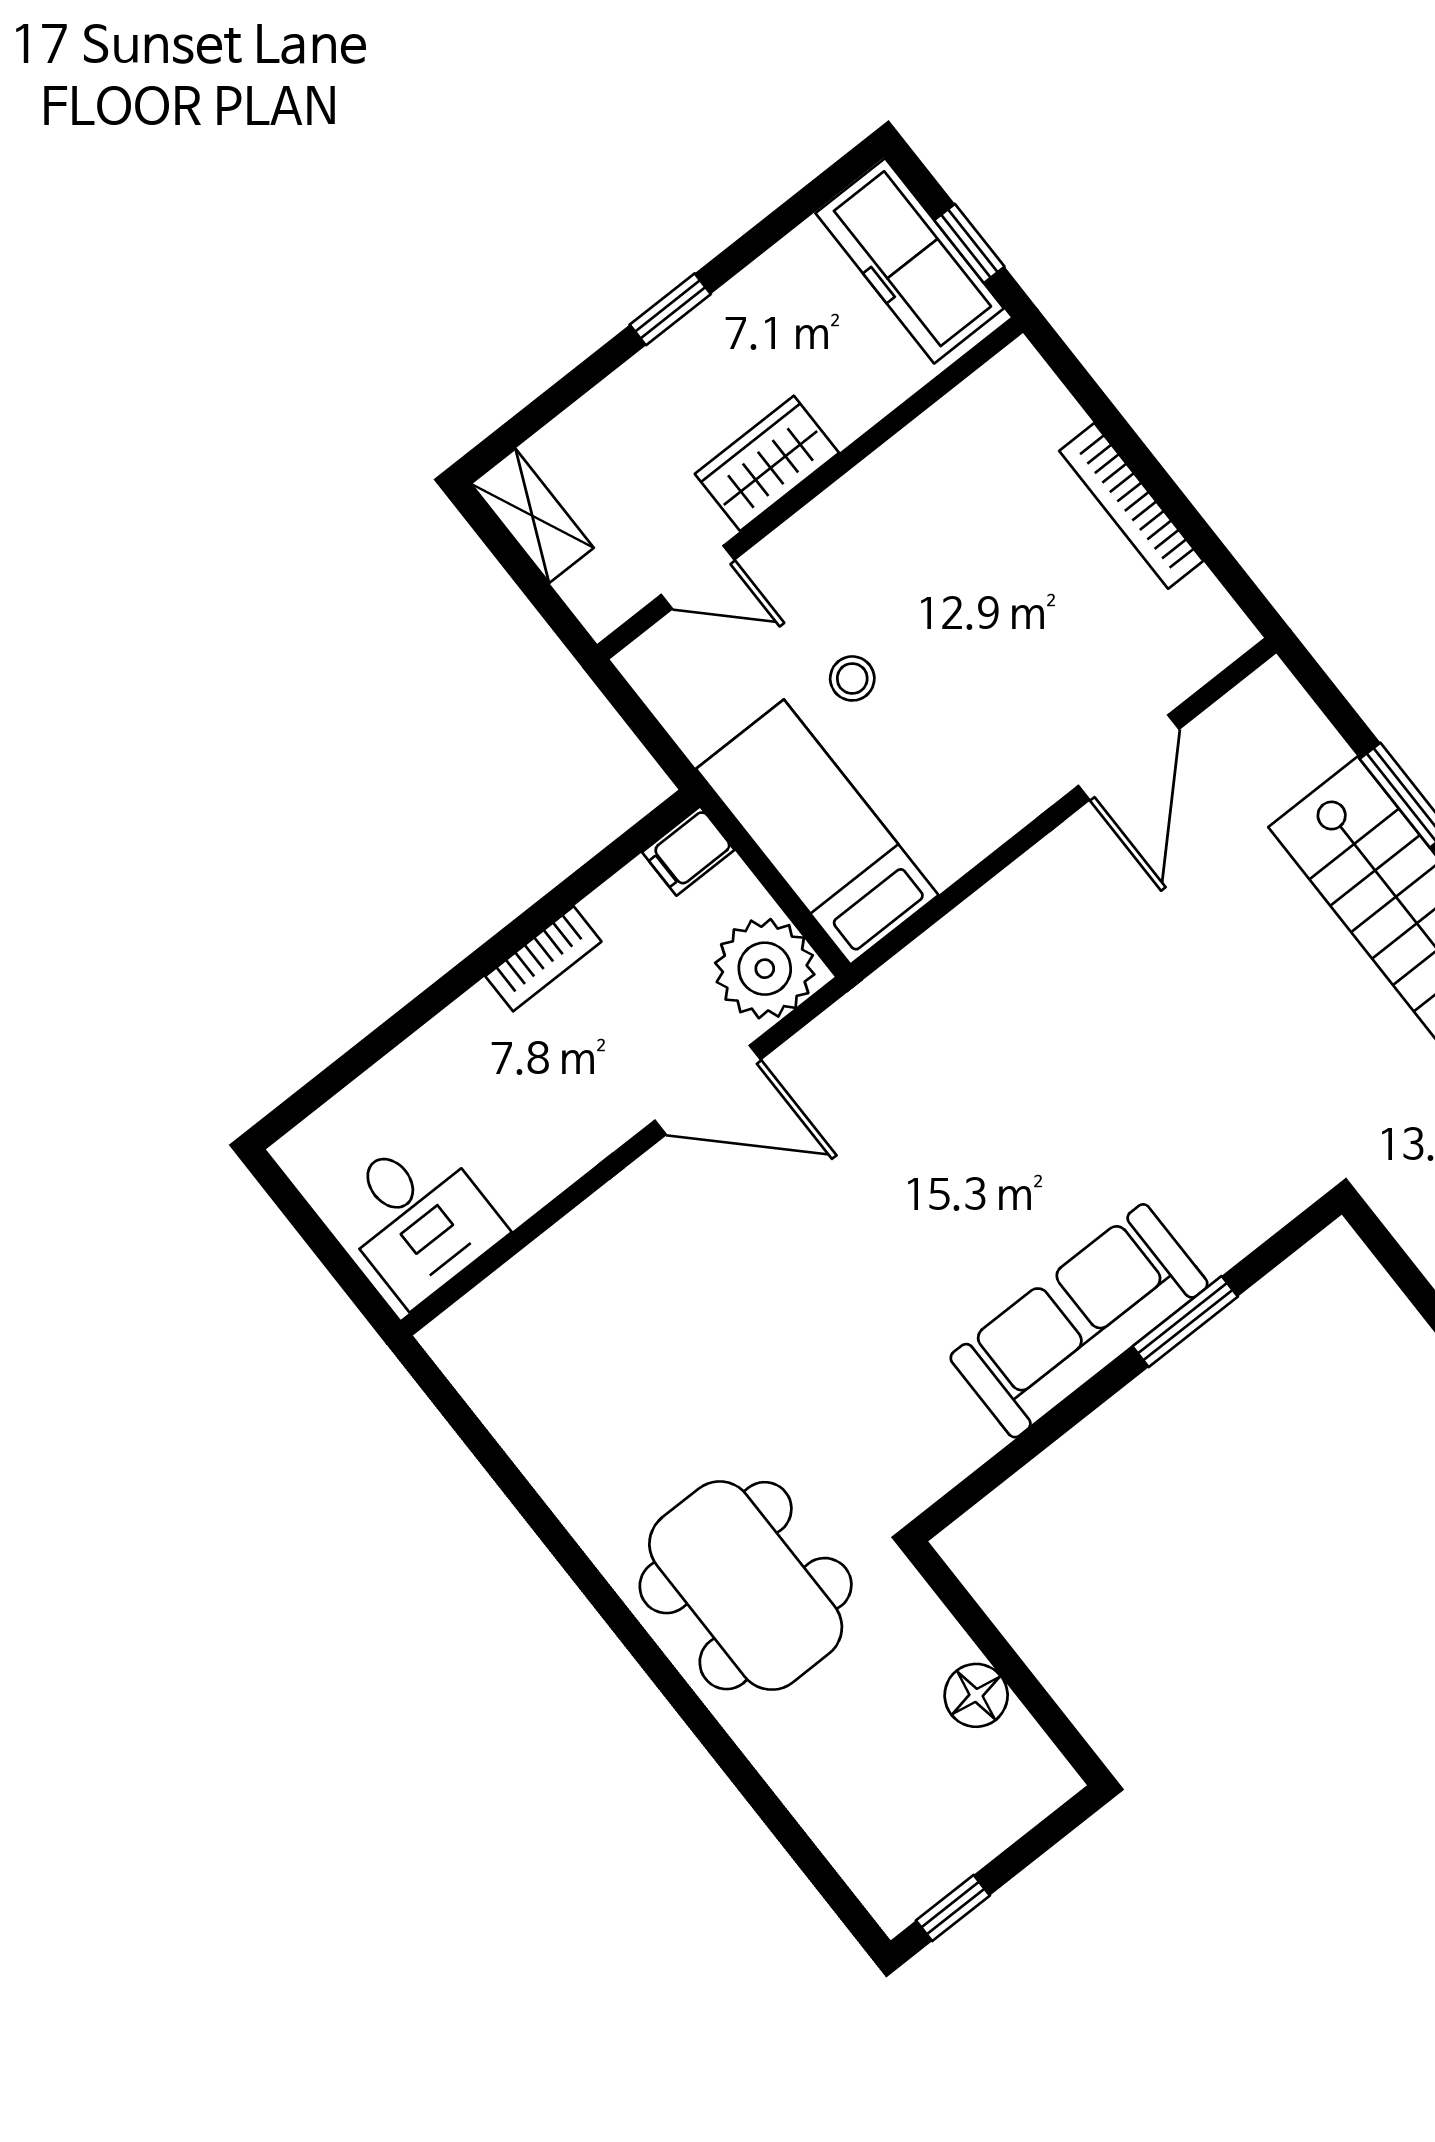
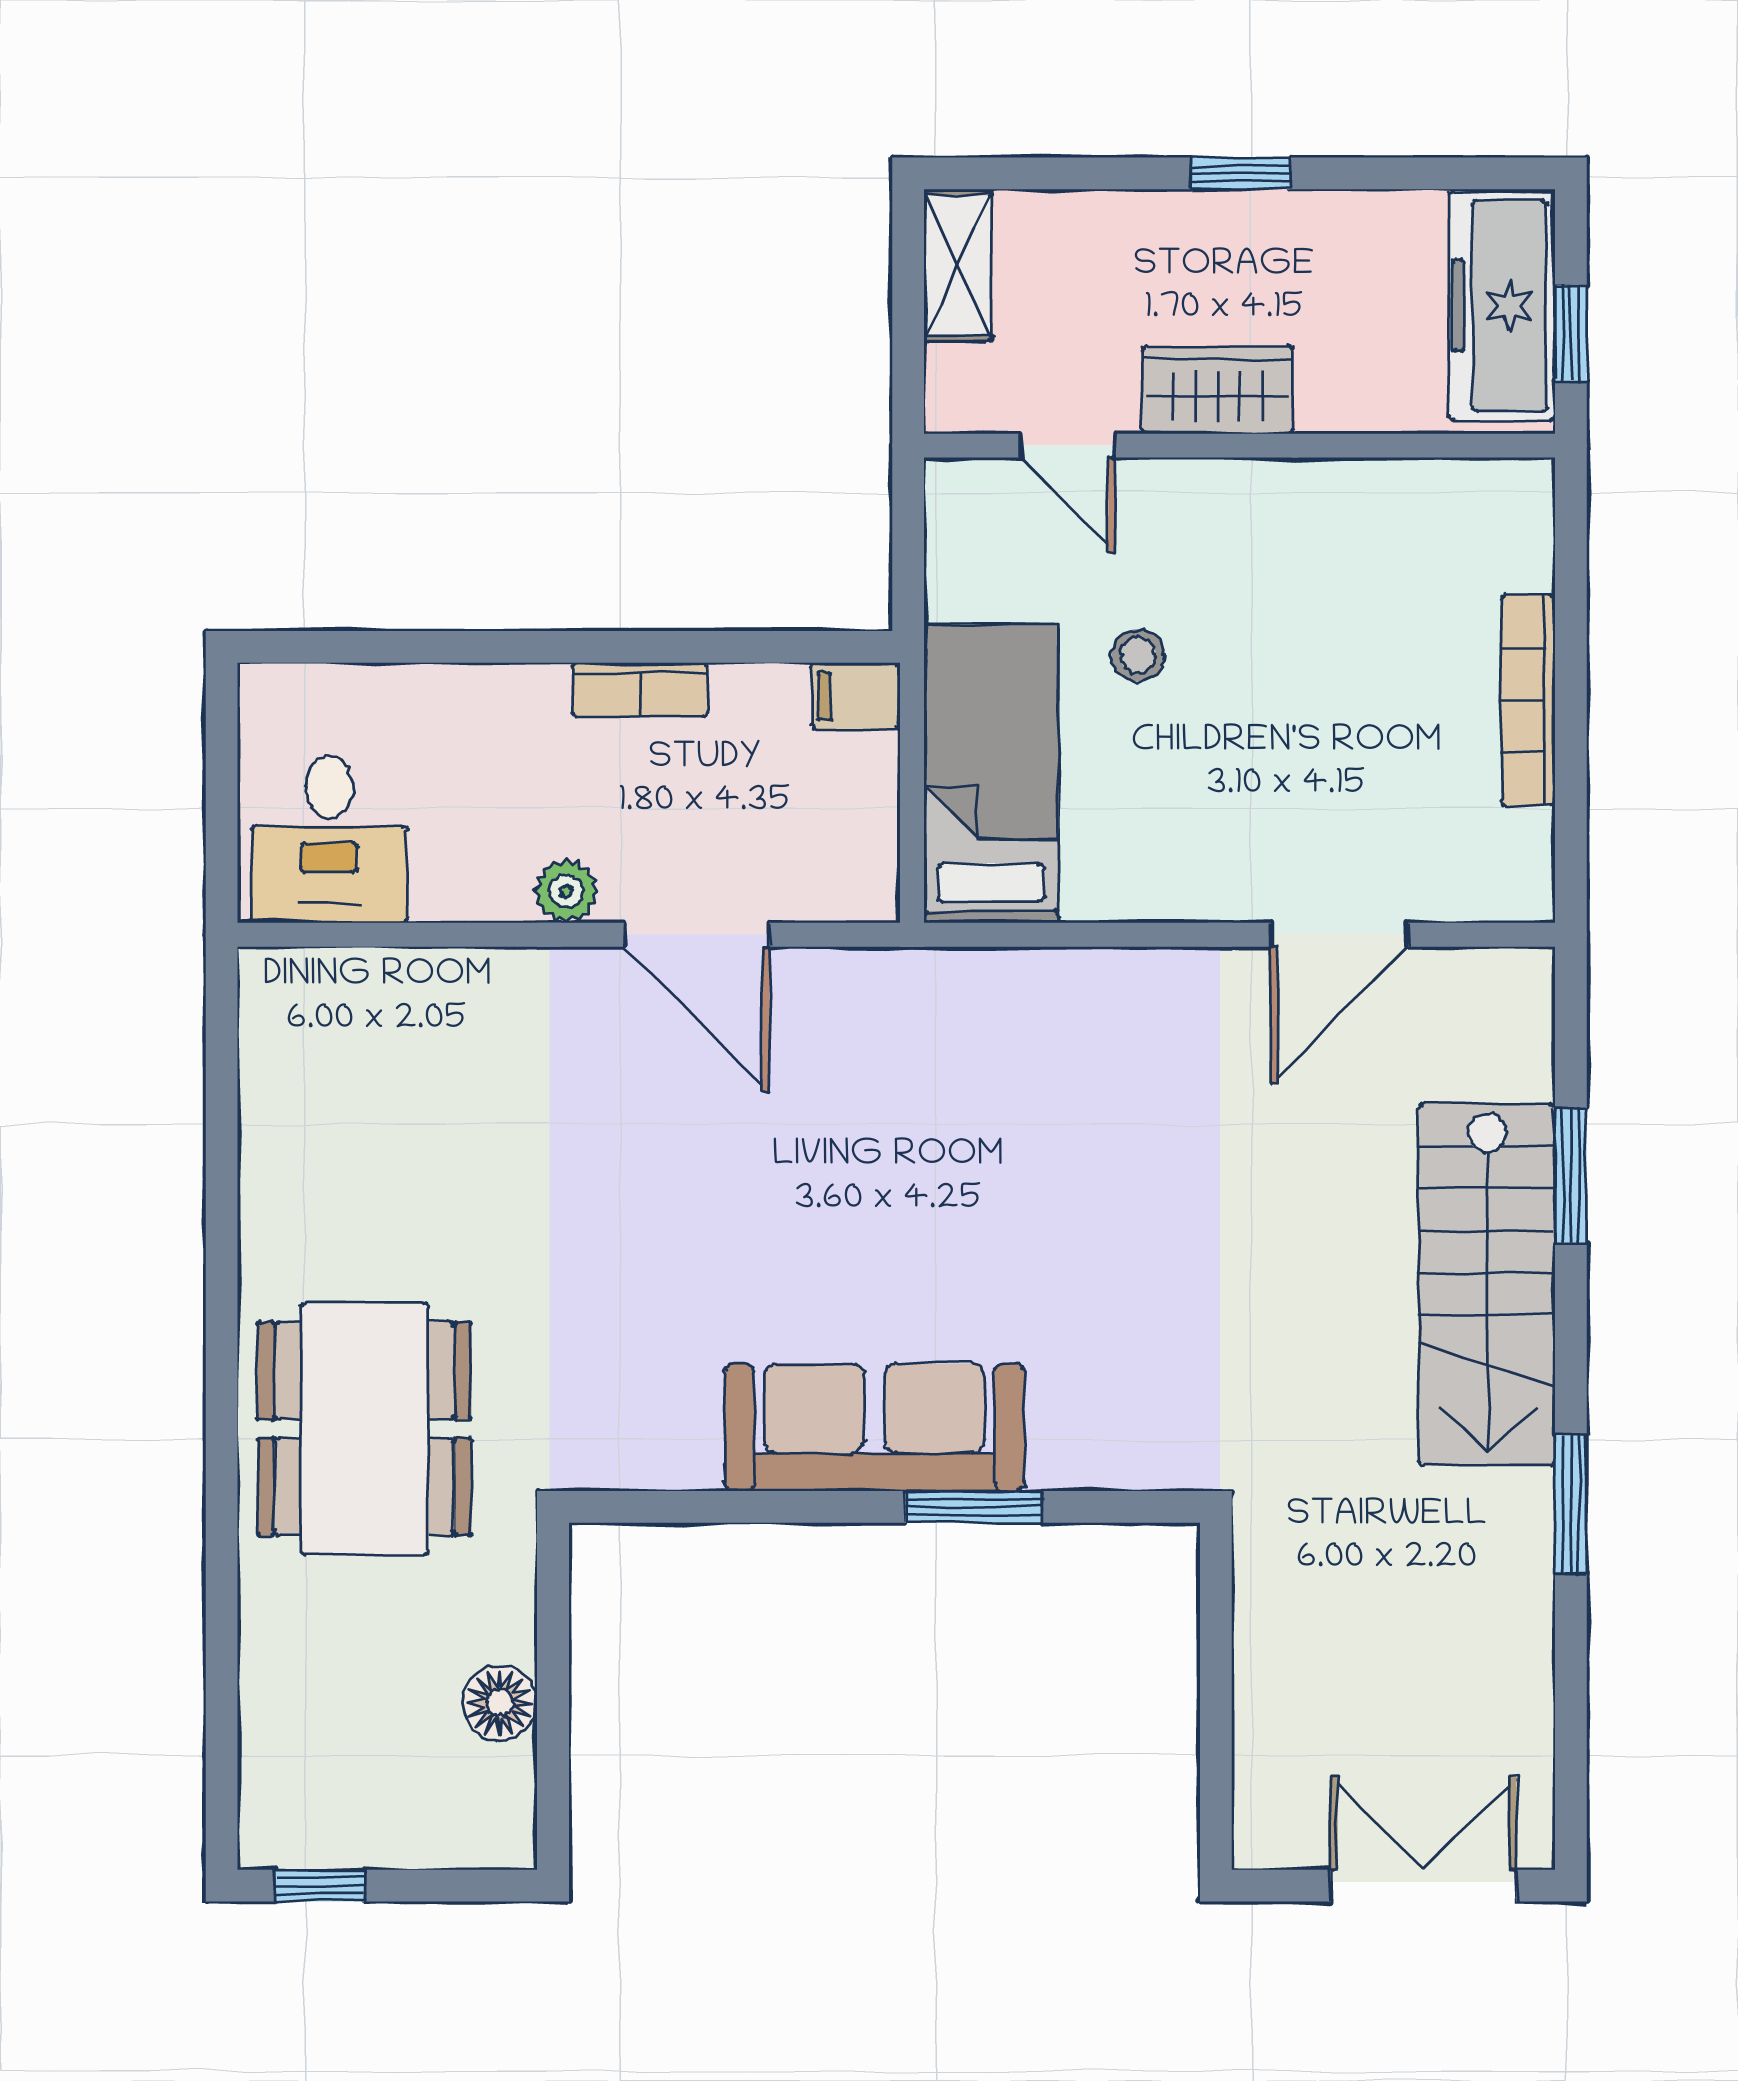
plant: (765, 969) -> (566, 891), moved, width x0.53, depth x0.53

